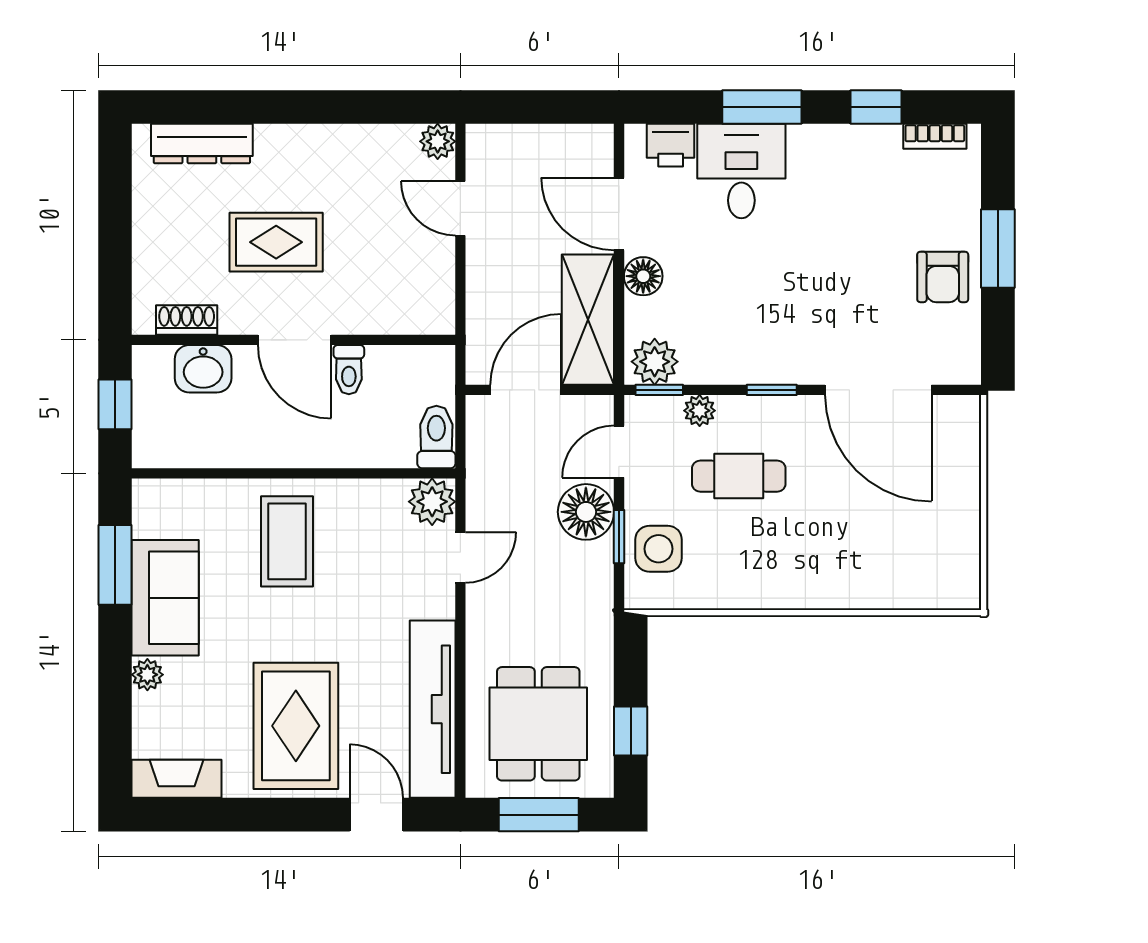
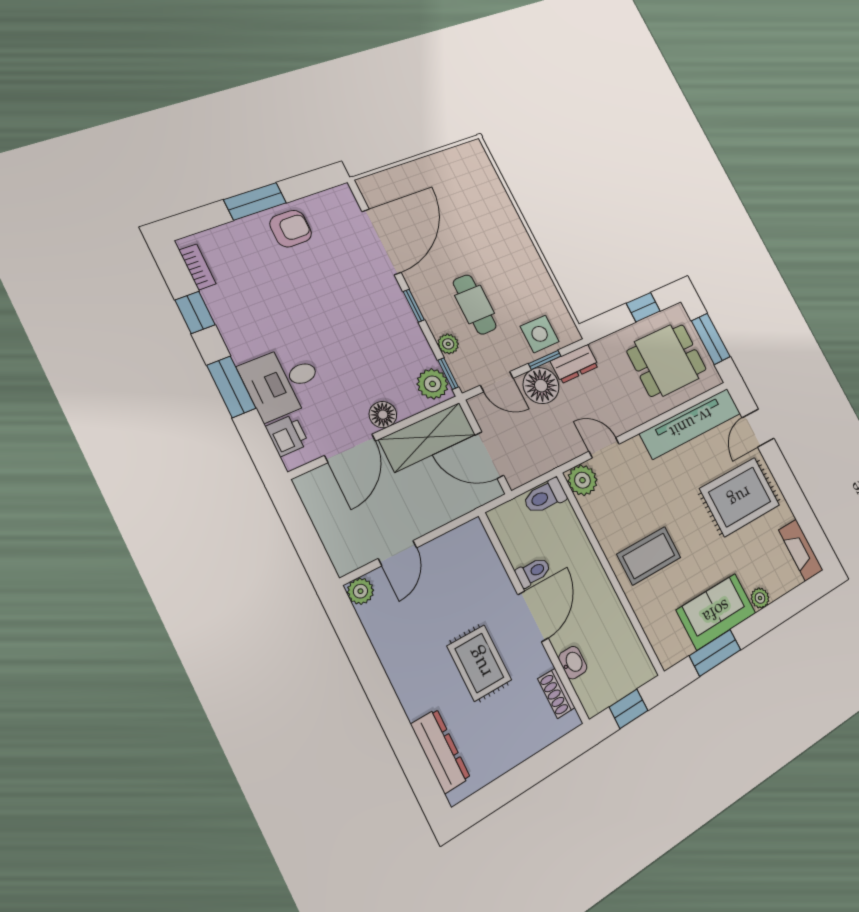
washbasin: (203, 369) -> (573, 663), width x0.72, depth x0.69
dresser: (595, 578) -> (575, 364), added

